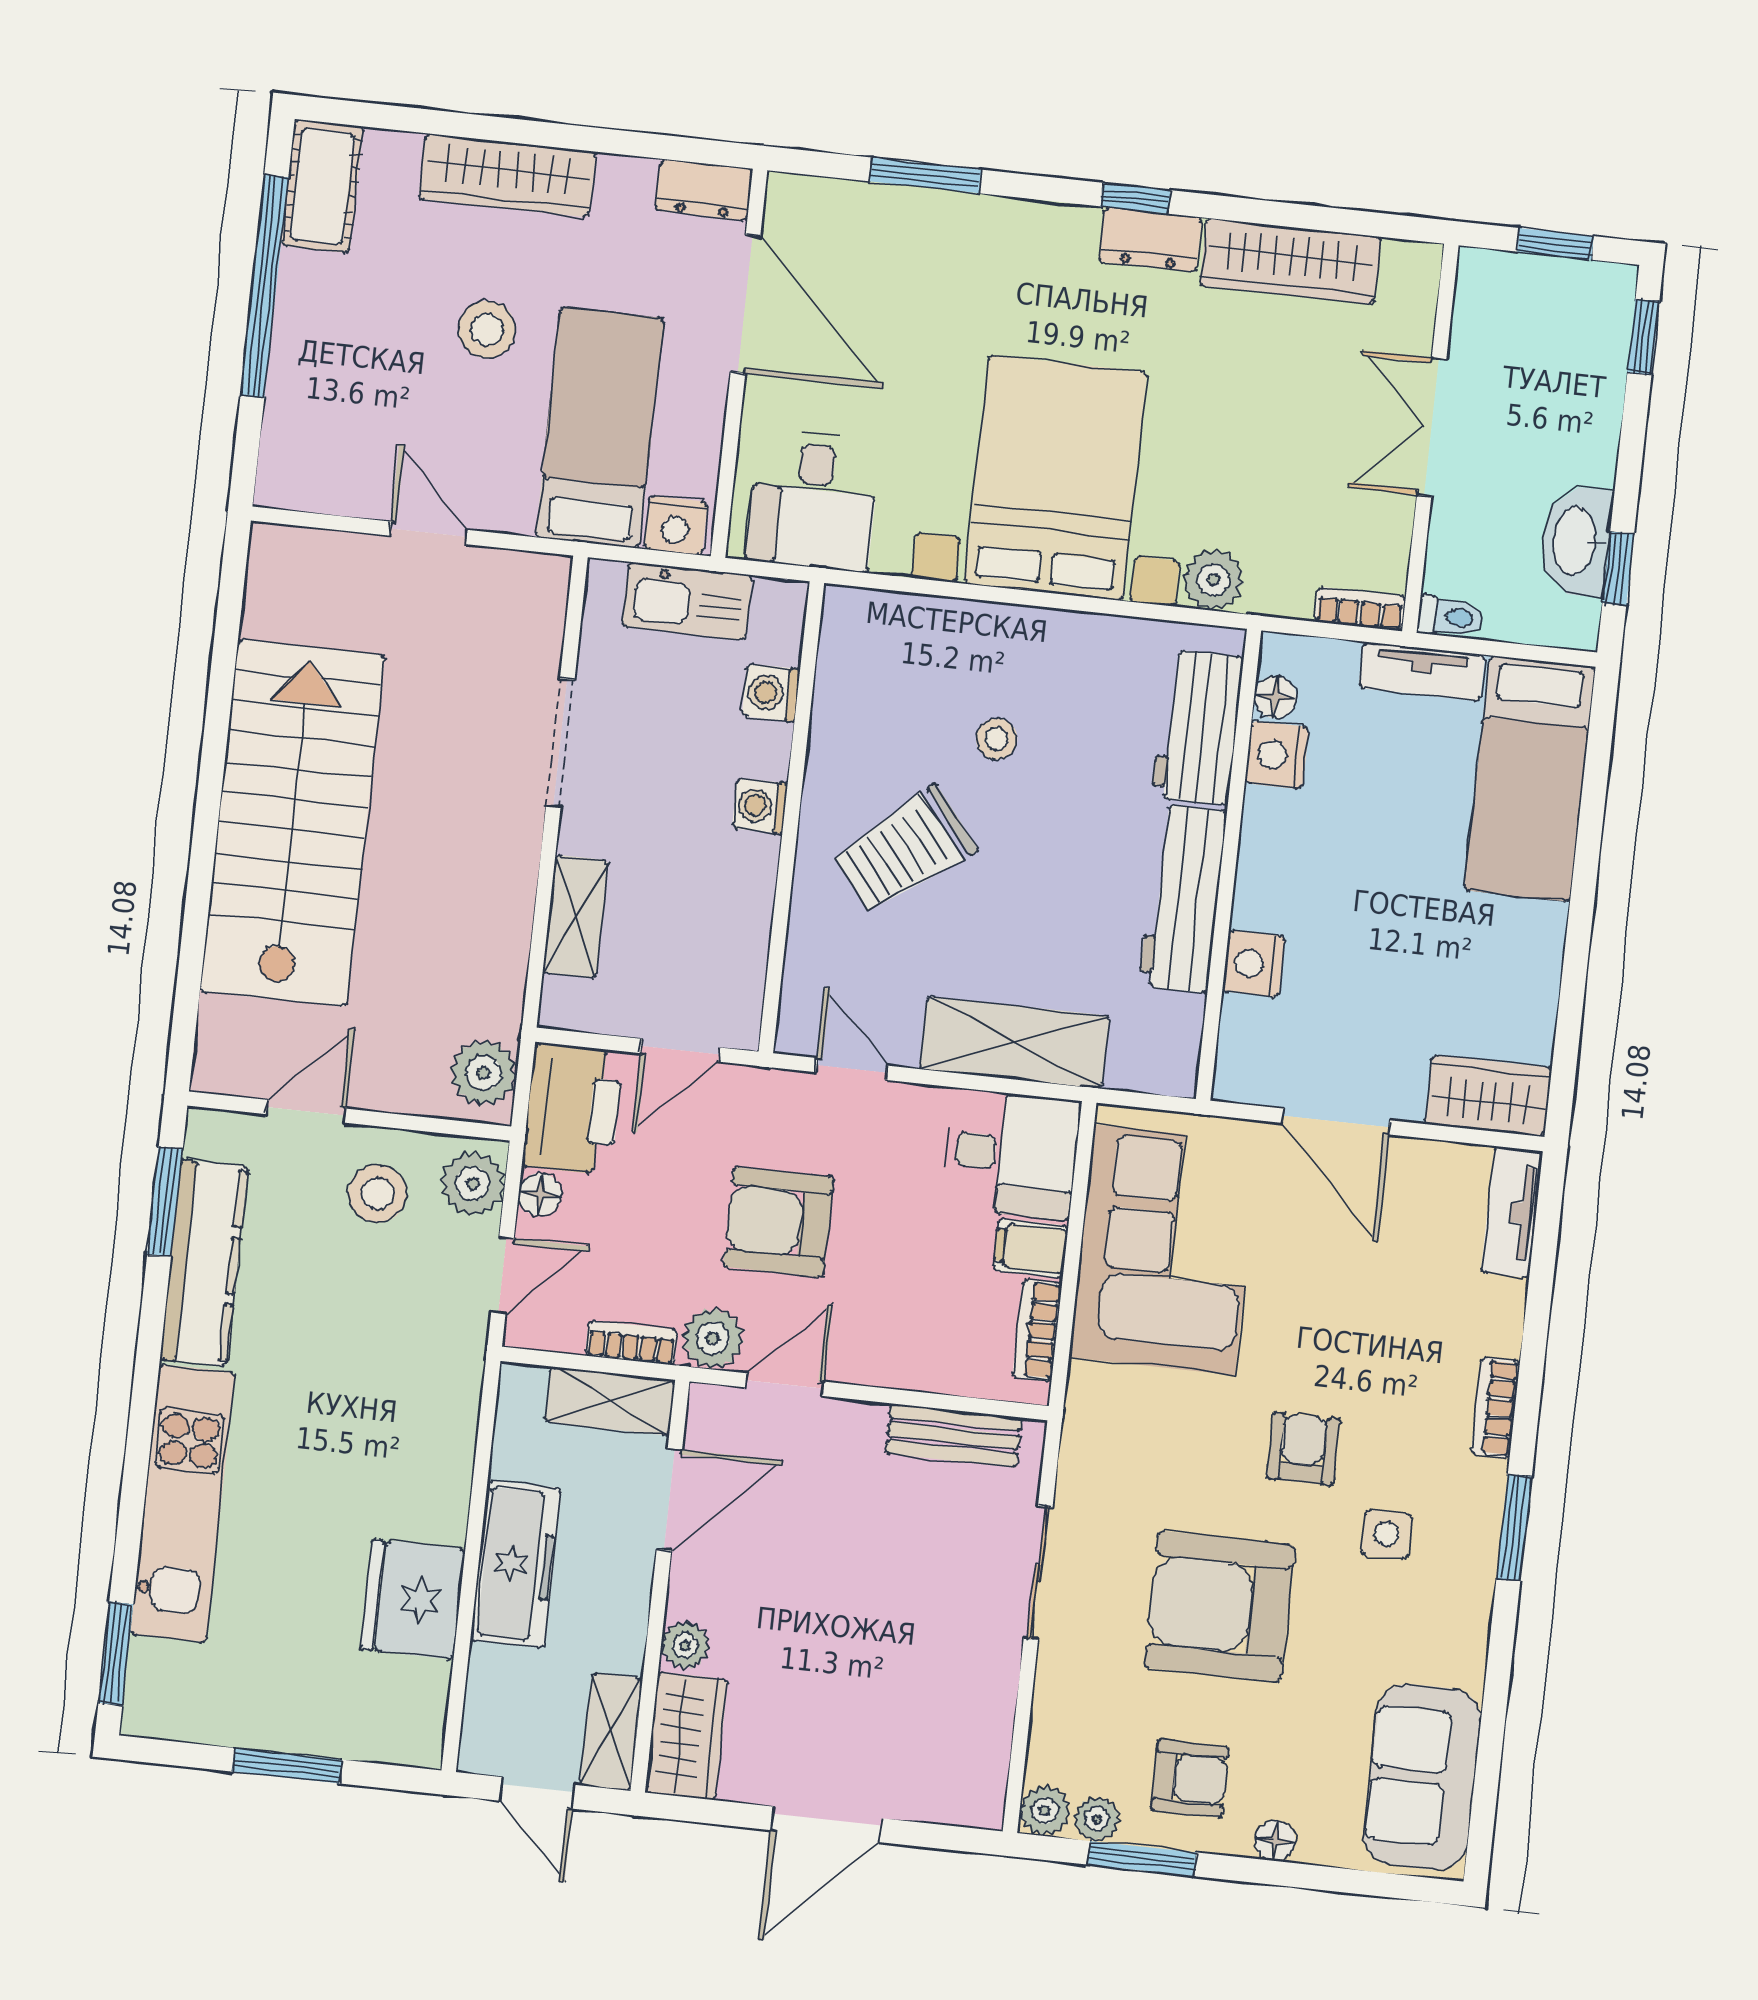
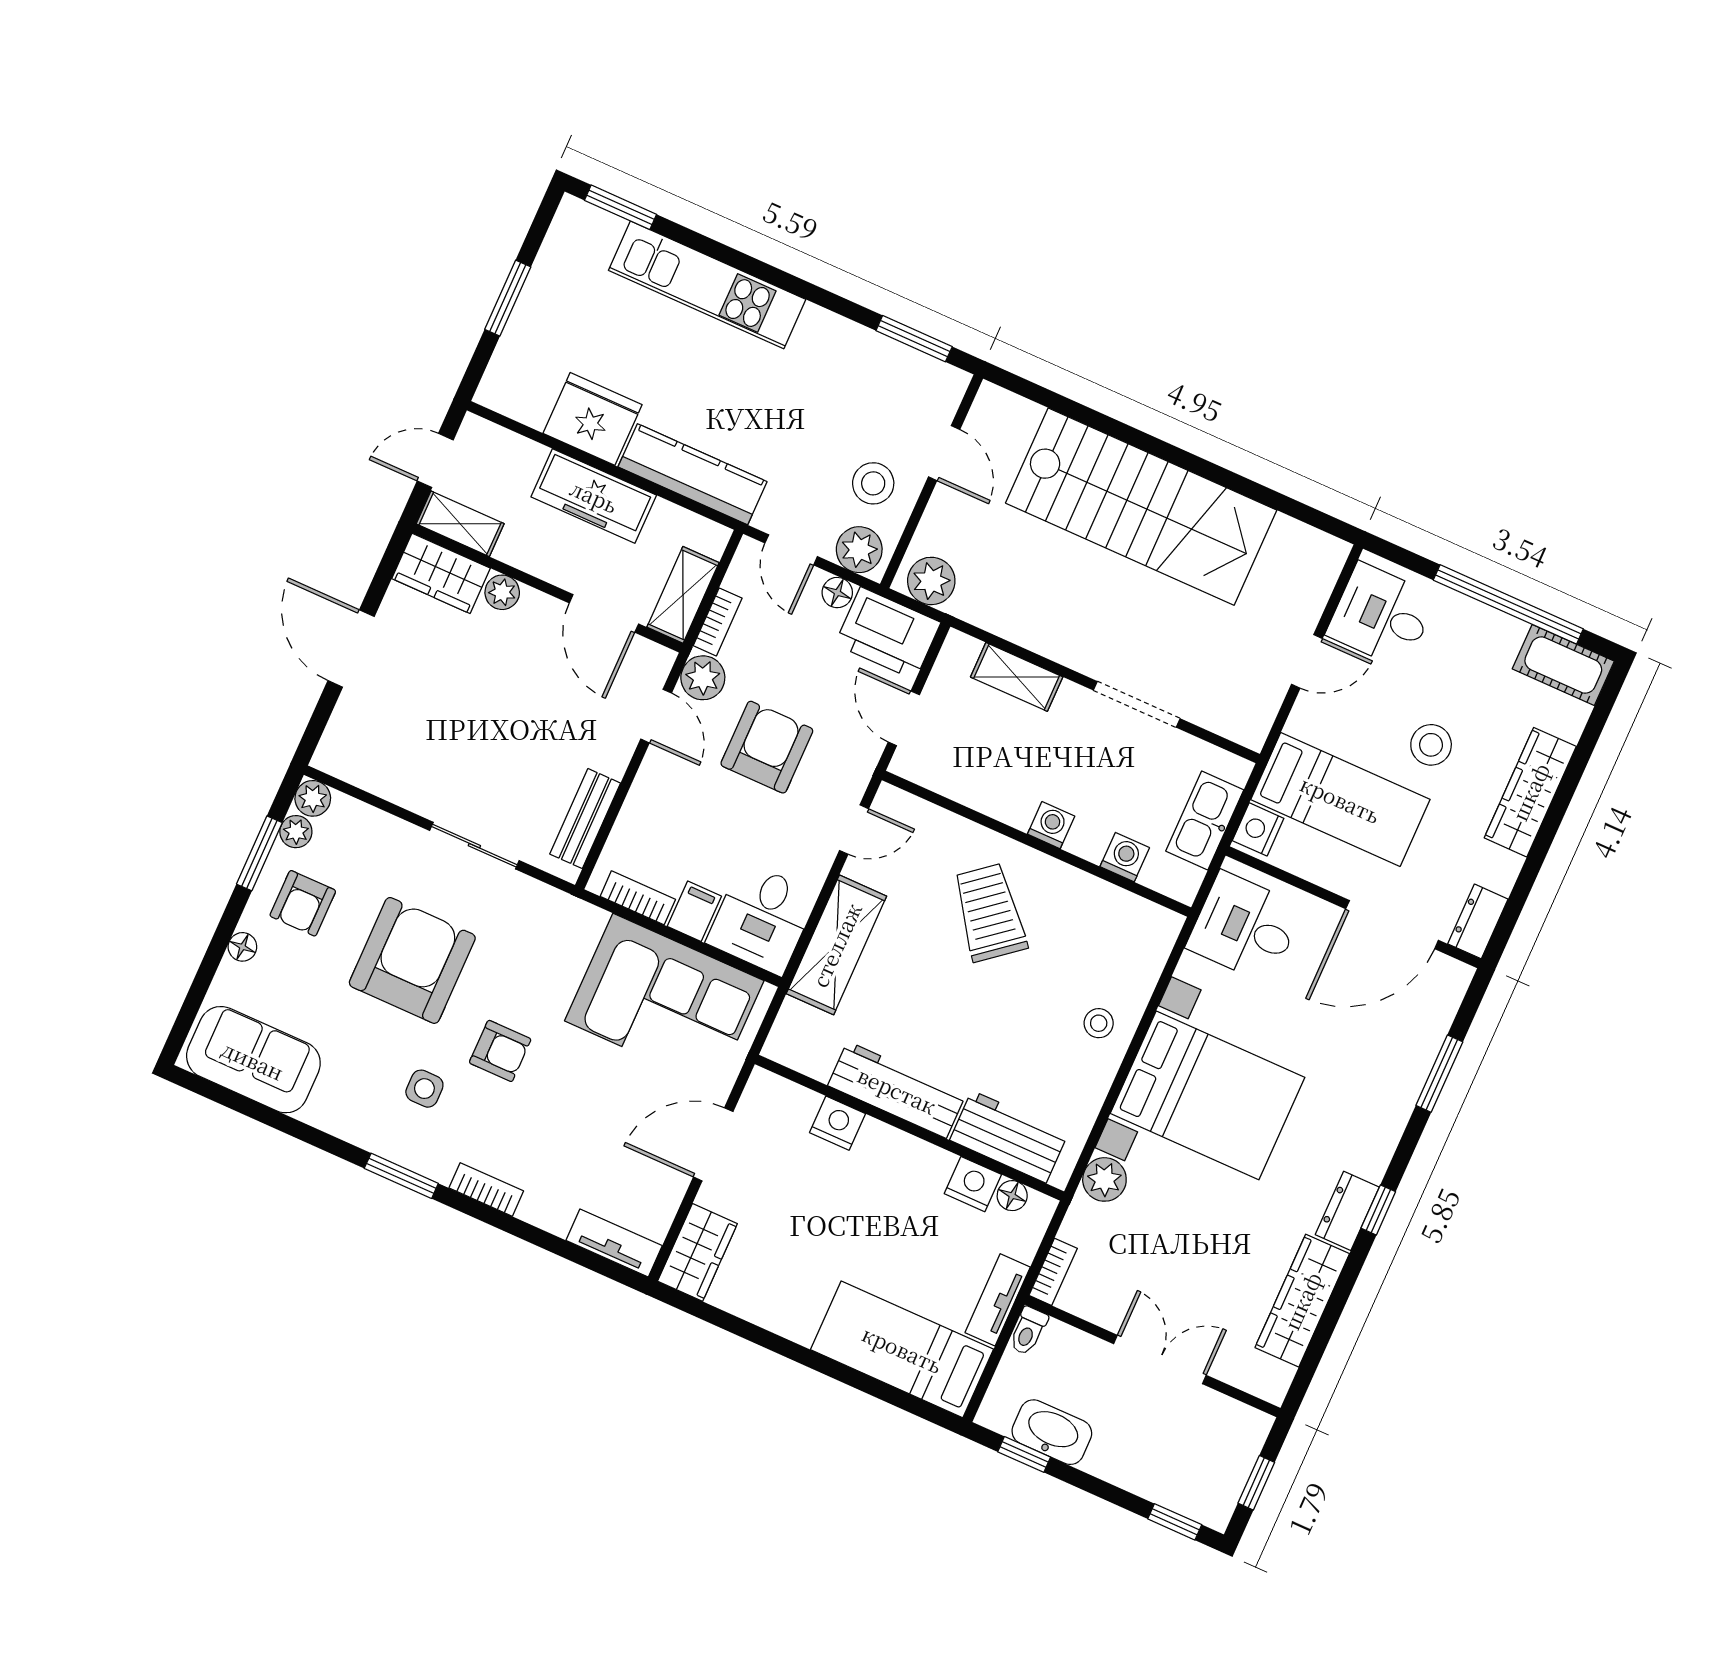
desk: (334, 452) -> (1382, 616), added
stool: (997, 739) -> (1099, 1023), moved
kitchen counter: (204, 1263) -> (693, 474), moved, turned 180

